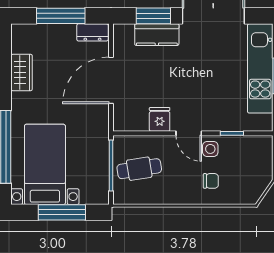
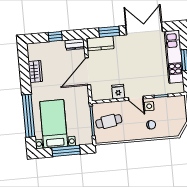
window: (61, 16) -> (55, 37), width x0.46
kitchen counter: (157, 35) -> (101, 43), moved

